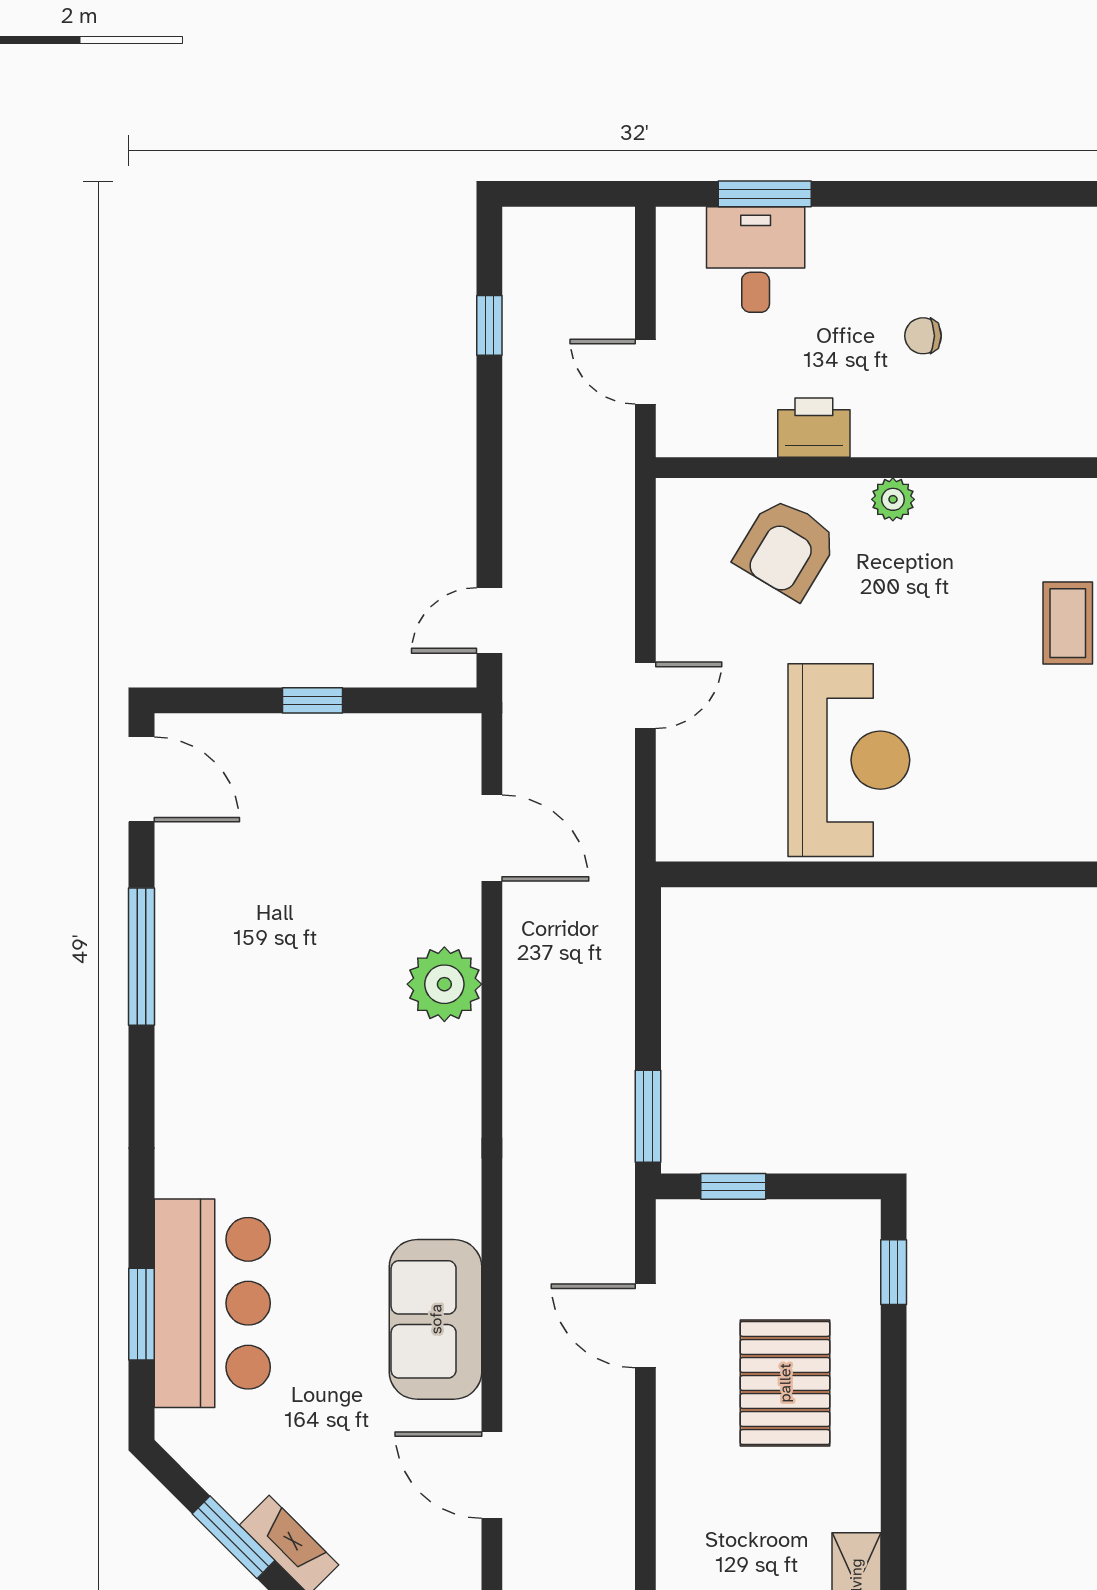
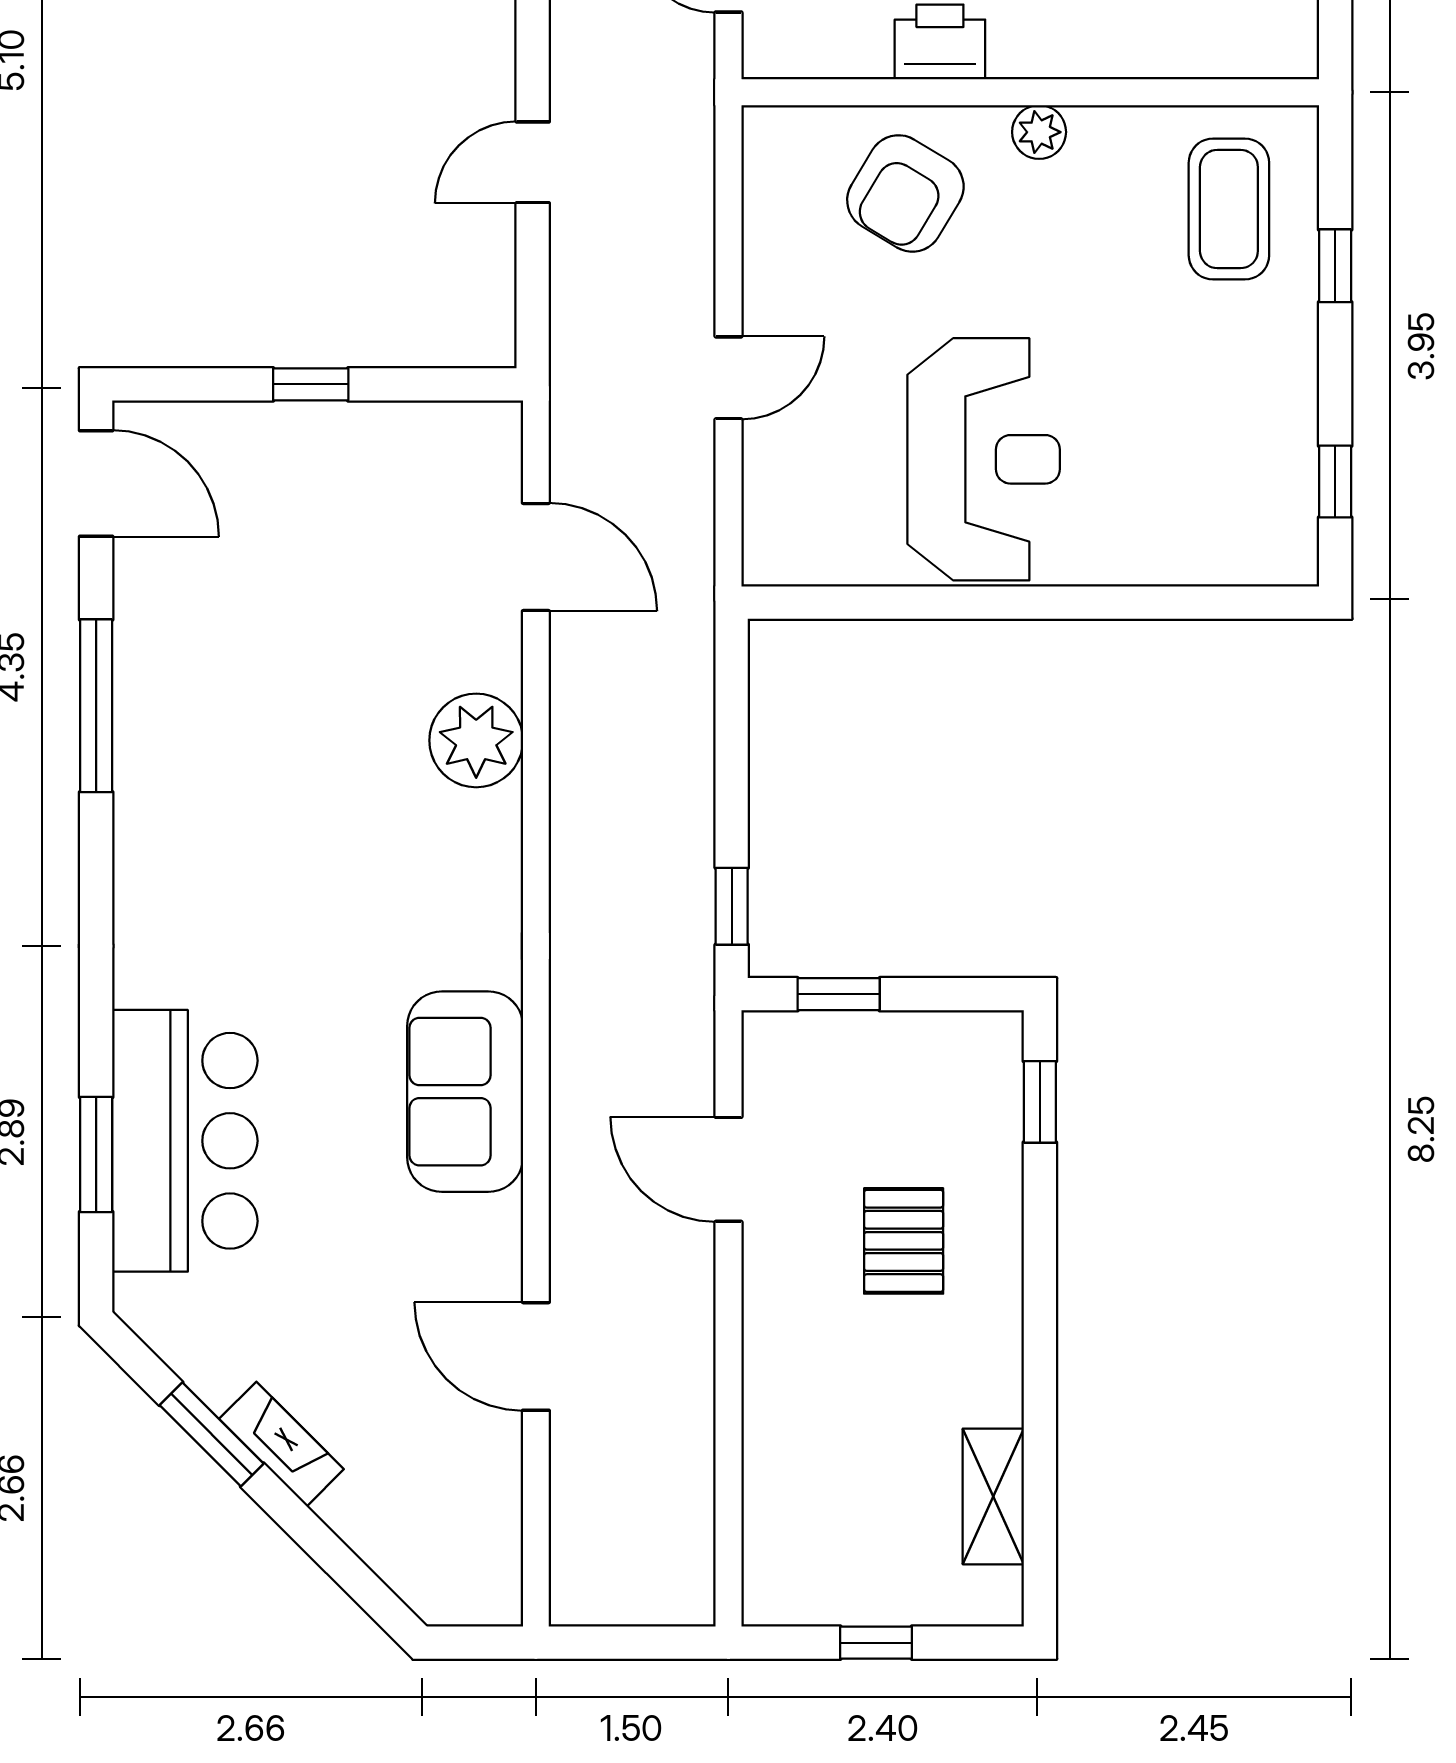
door: (489, 620) -> (533, 162), moved
coffee table: (1068, 623) -> (1229, 209), moved, width x1.36, depth x1.30
window: (648, 1116) -> (732, 906), width x0.67
sofa: (436, 1319) -> (465, 1092), moved
pallet: (785, 1383) -> (904, 1241), width x0.67, depth x0.71

